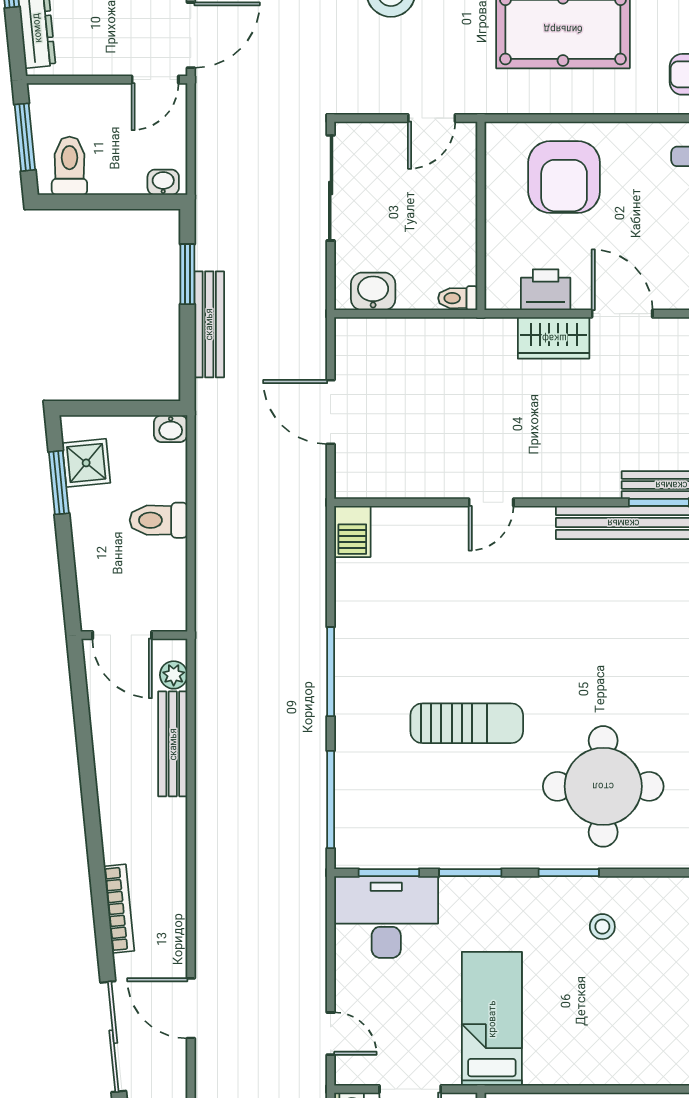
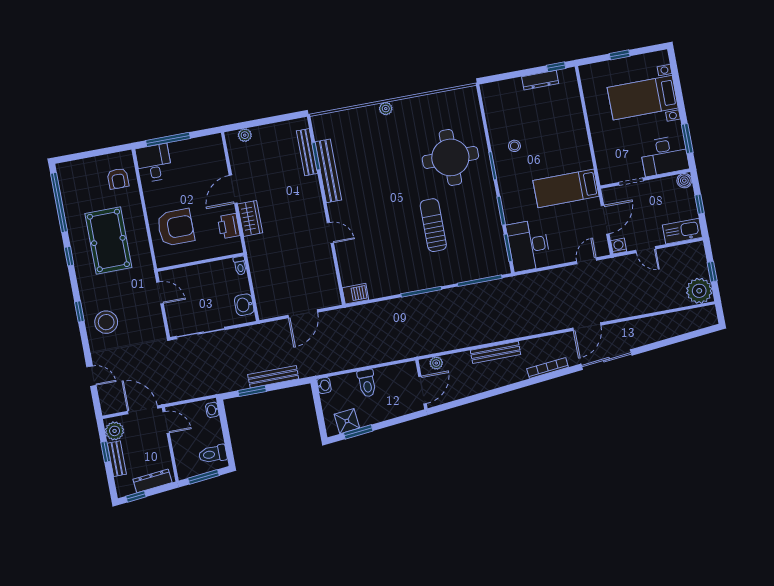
bench: (173, 744) -> (495, 352), moved

